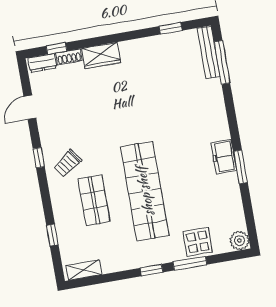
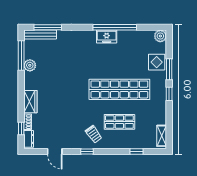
window: (171, 28) -> (21, 55), width x2.17
plant: (158, 45) -> (30, 65), added
window: (240, 167) -> (115, 27), width x2.11

